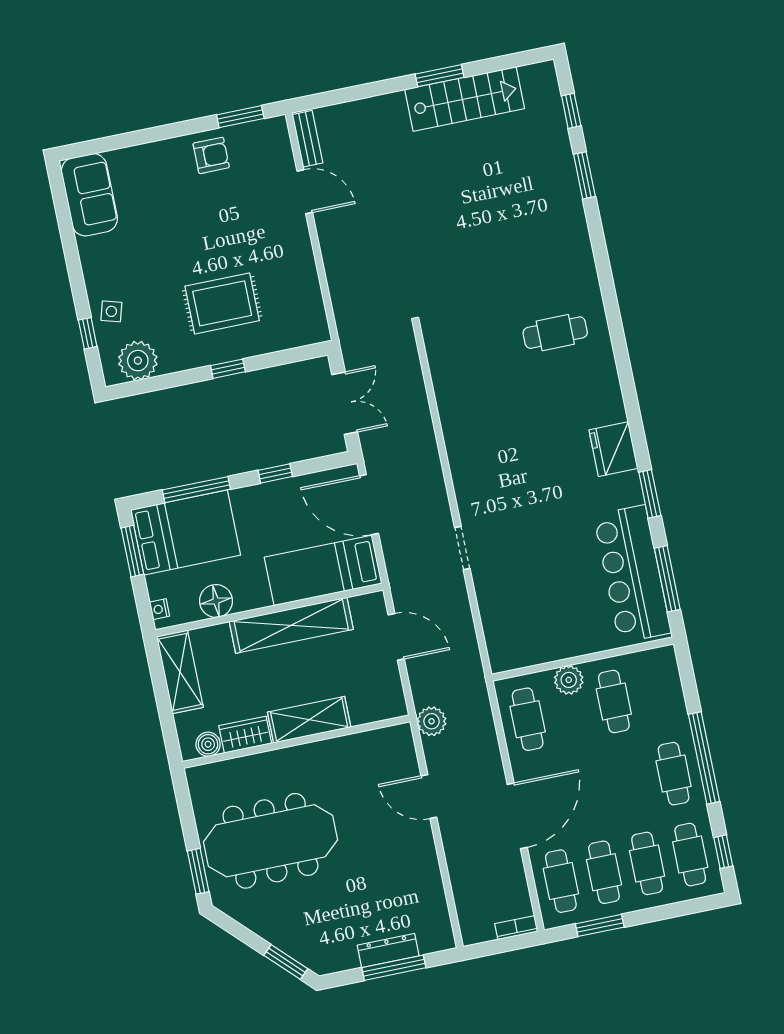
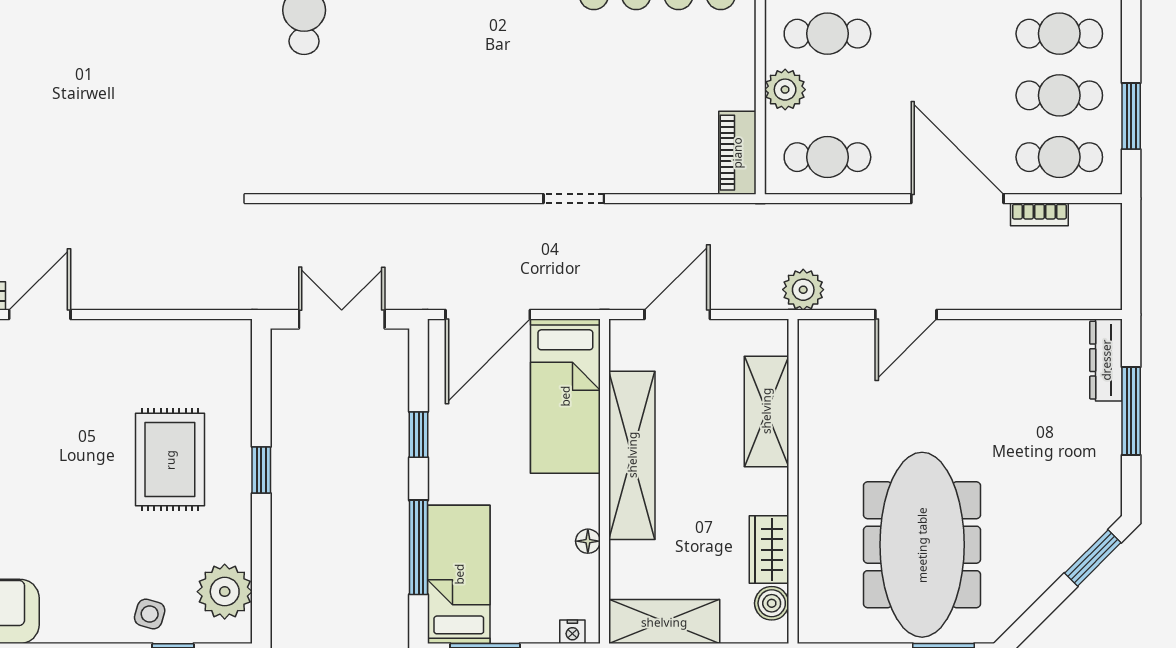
bed: (186, 532) -> (459, 574), width x0.67
floor lamp: (216, 601) -> (588, 541), width x0.53, depth x0.53
piano: (518, 656) -> (737, 153), added
shelving: (309, 720) -> (766, 411), moved
bookcase: (516, 928) -> (1039, 214), moved, turned -90
dresser: (388, 951) -> (1106, 360), moved

